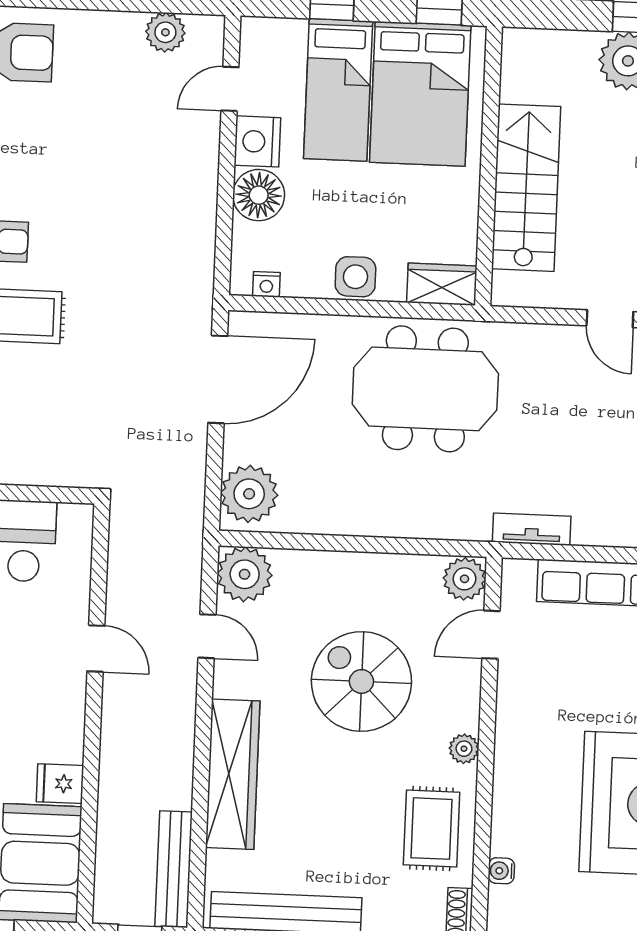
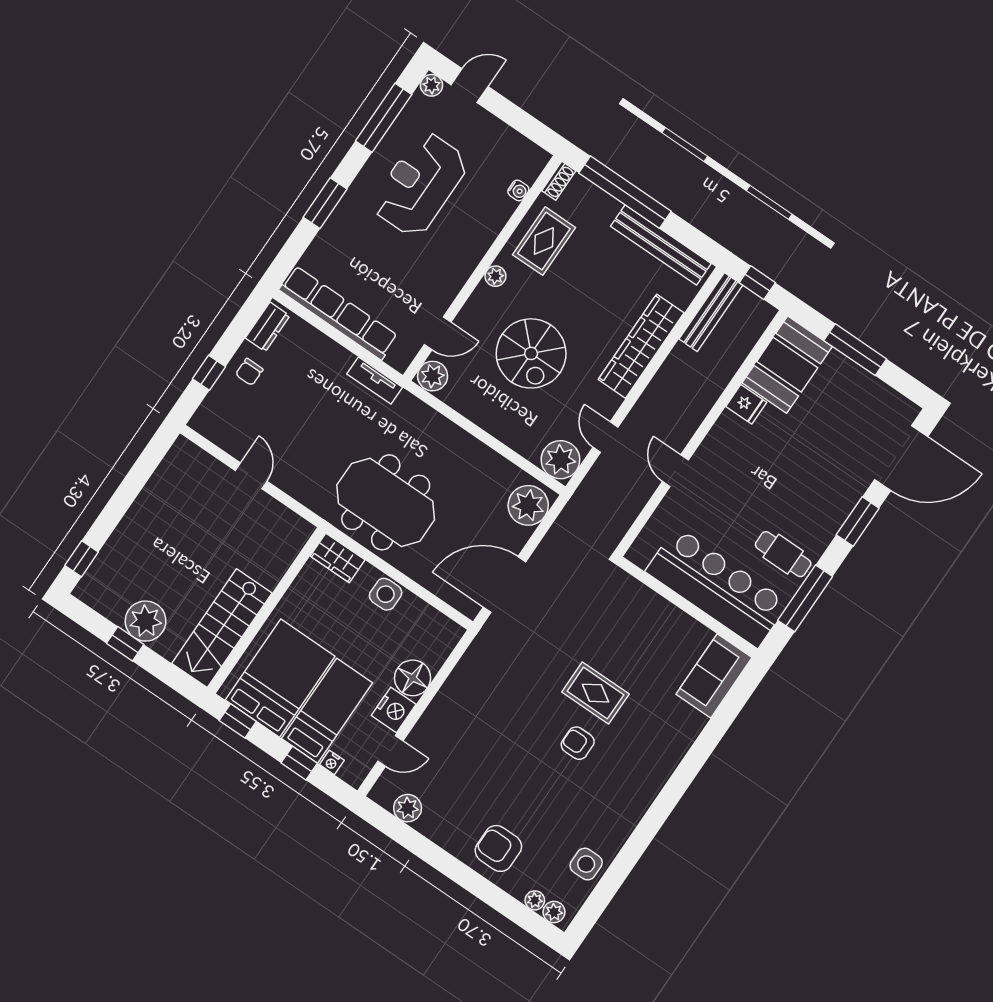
stairs: (526, 188) -> (222, 628), moved
nightstand: (266, 284) -> (332, 762), moved, turned 180

